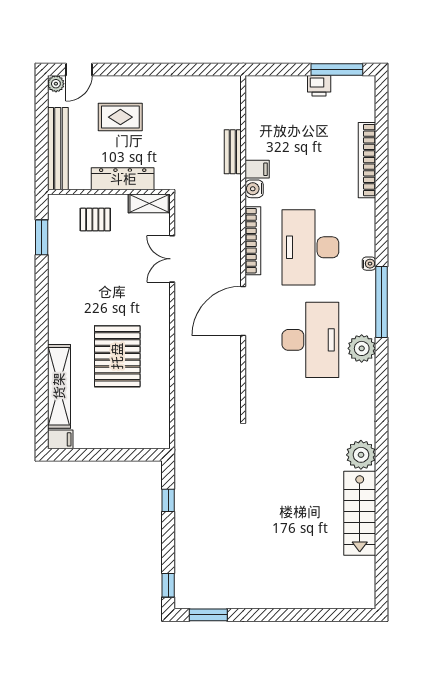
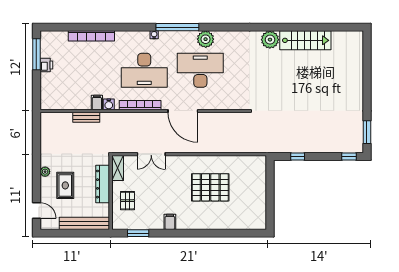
plant: (56, 84) -> (45, 172), moved
shelving: (59, 386) -> (228, 223), removed
filing cabinet: (60, 439) -> (170, 222), moved

